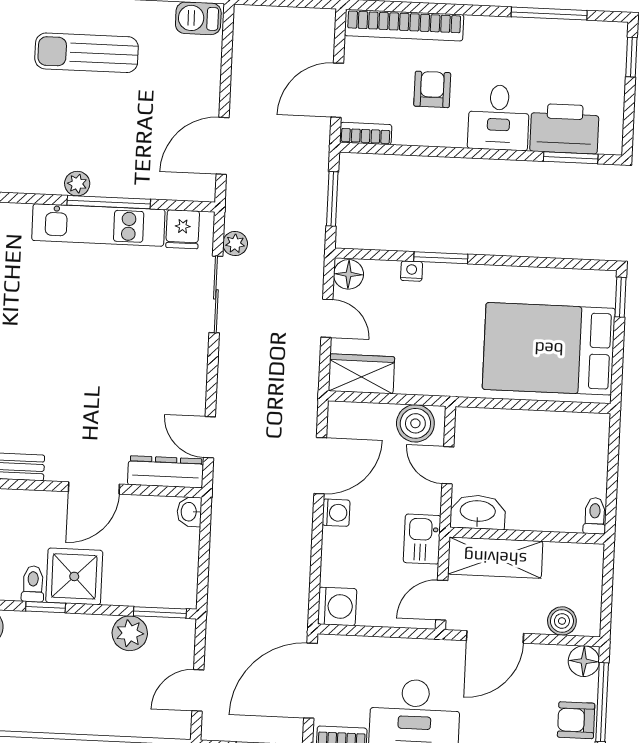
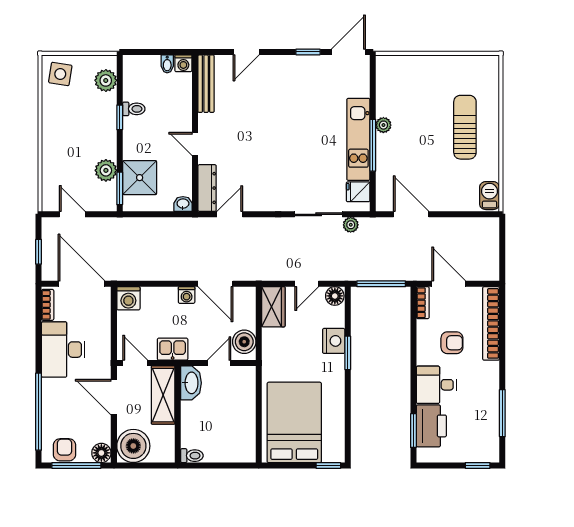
window: (332, 199) -> (381, 284), width x1.44
nightstand: (412, 271) -> (334, 341), width x1.89, depth x1.79
door: (94, 488) -> (195, 144), width x0.73
shower: (74, 576) -> (140, 178), moved
boiler: (562, 621) -> (133, 446), width x1.86, depth x1.86

